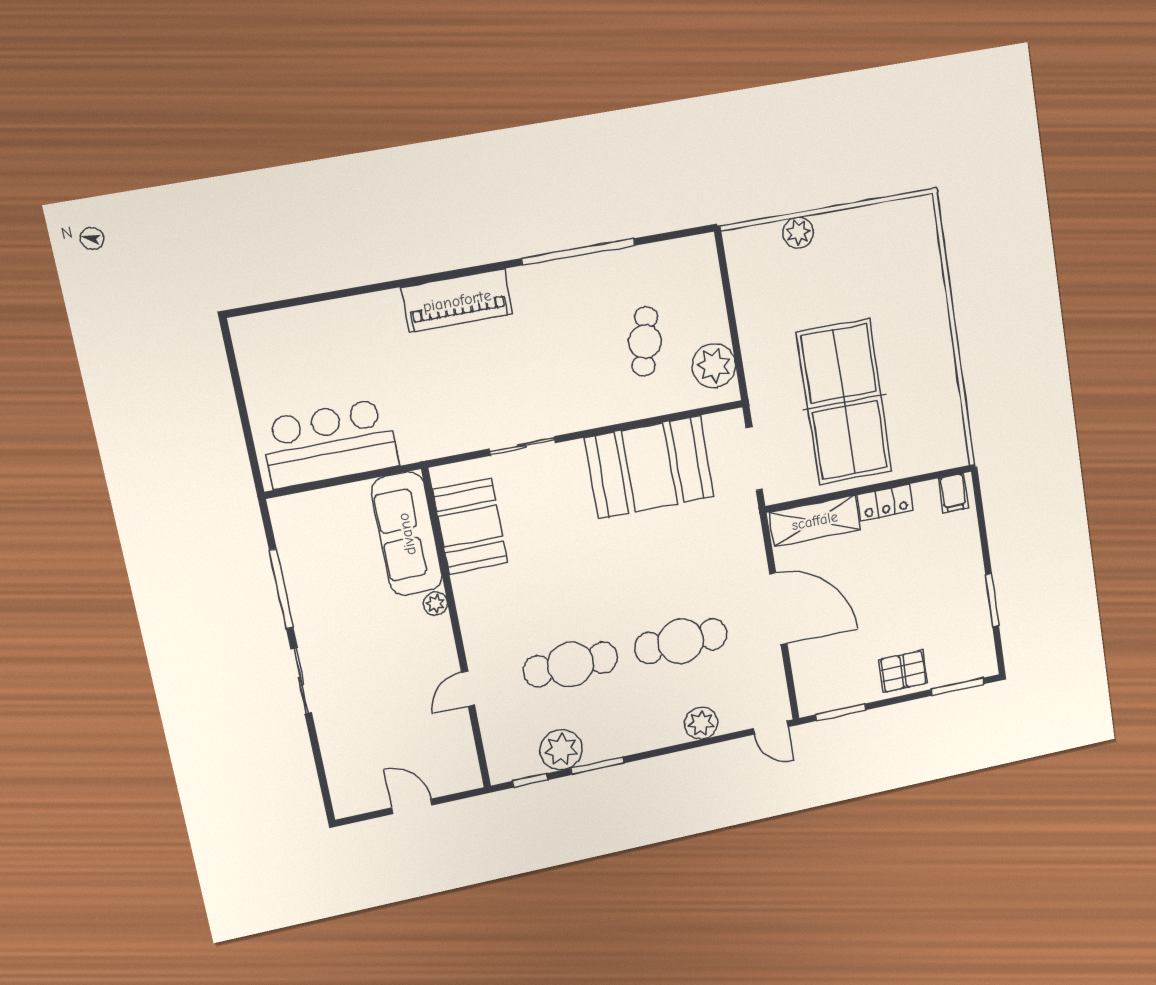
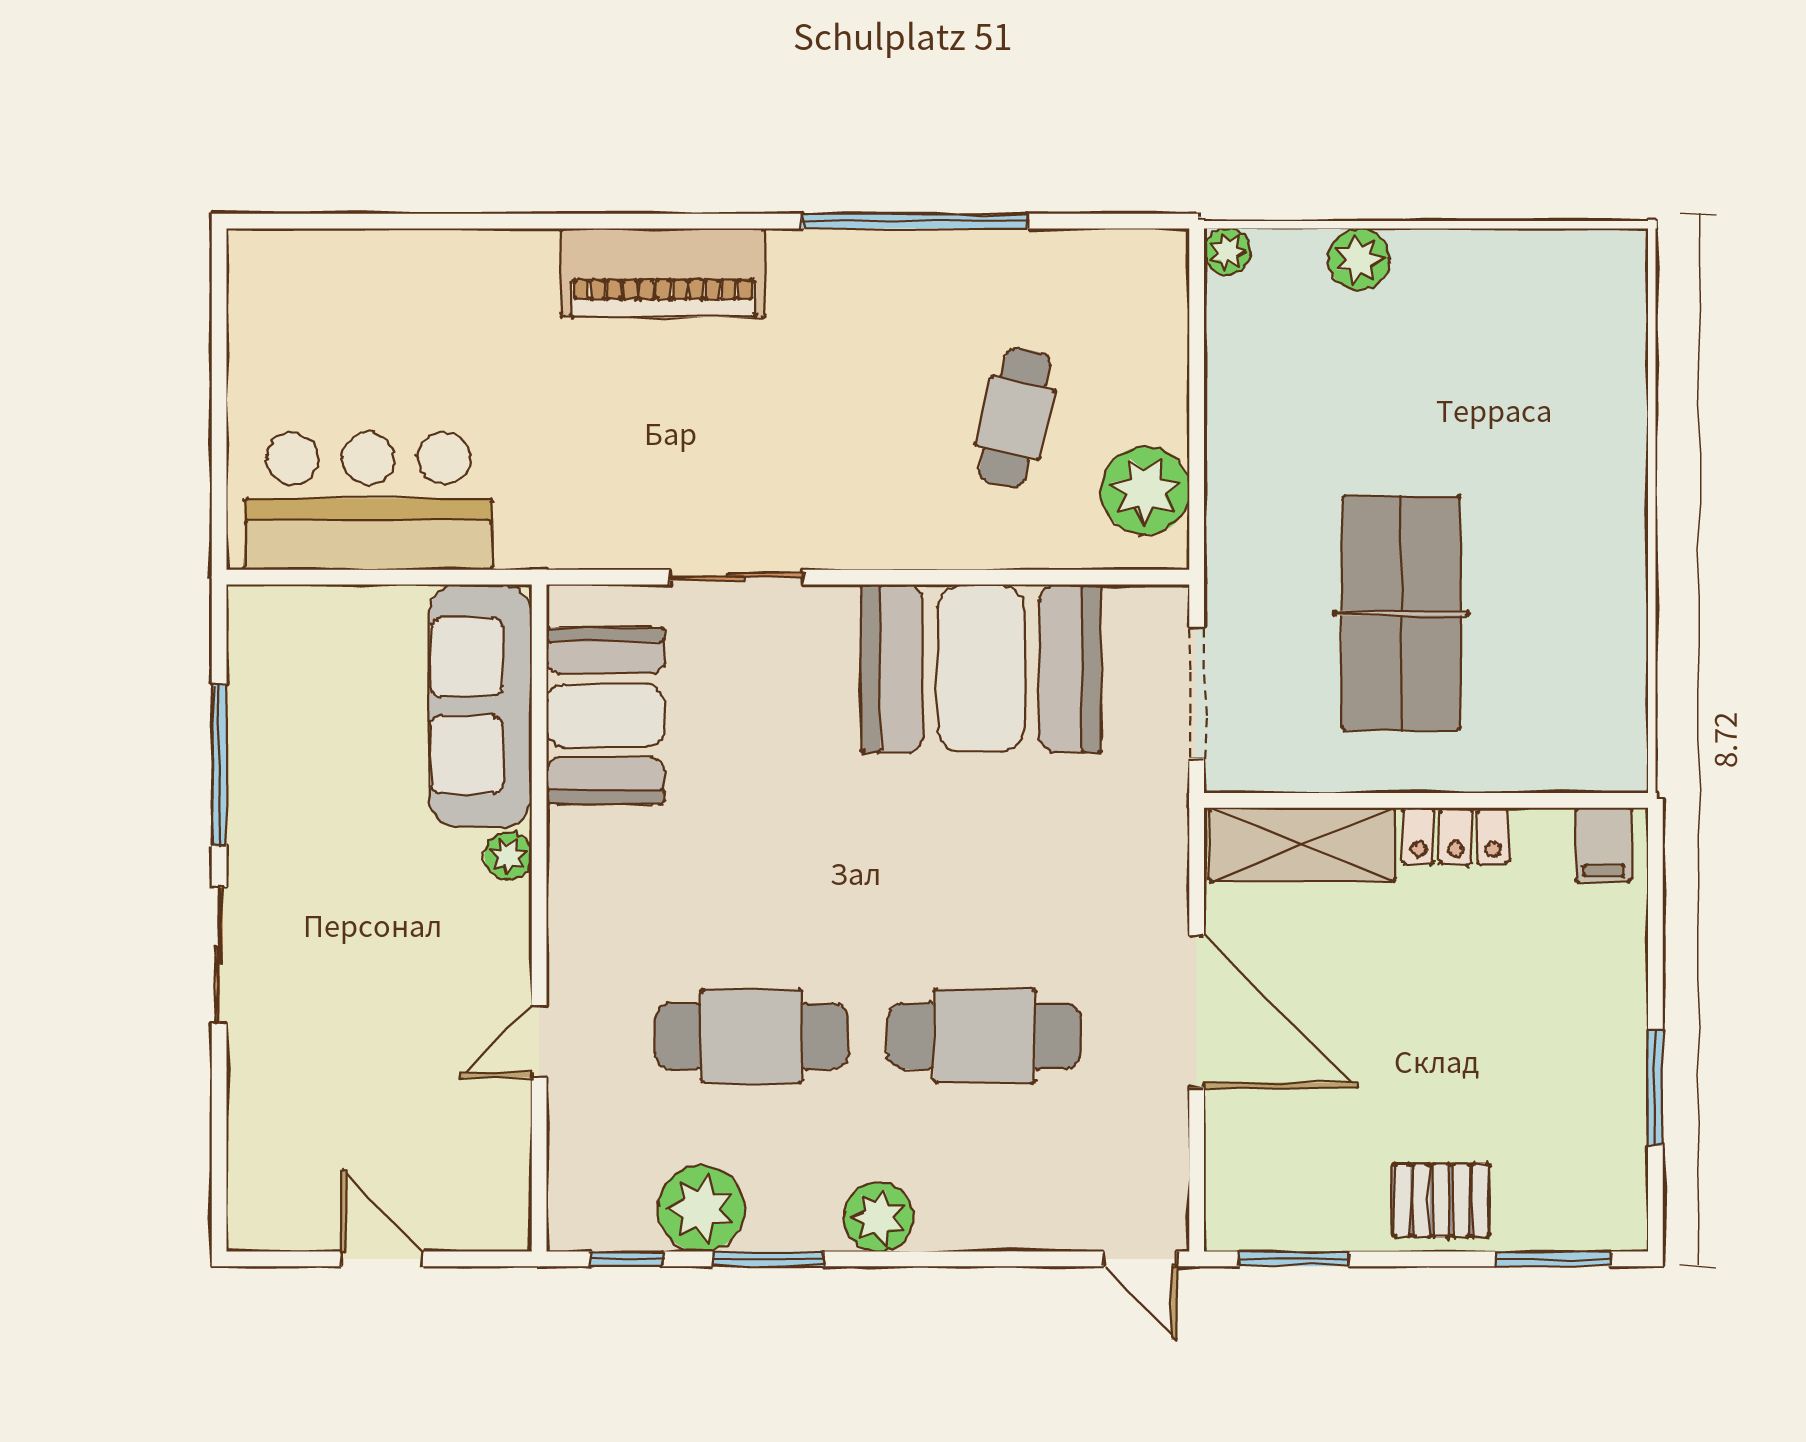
plant: (734, 240) -> (1227, 252), added
table tennis table: (844, 402) -> (1401, 613), width x0.73, depth x0.76
plant: (701, 723) -> (879, 1217), moved

